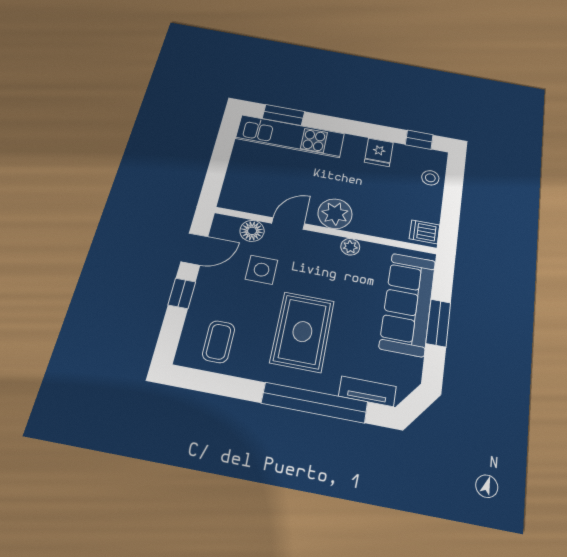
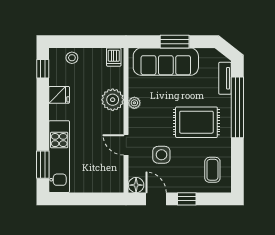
plant: (335, 214) -> (113, 100), moved
floor lamp: (252, 231) -> (136, 185), moved
coffee table: (219, 342) -> (212, 170), turned 90

